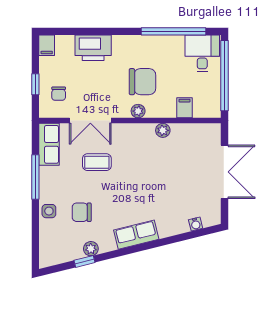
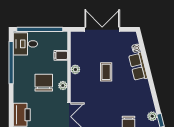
coffee table: (97, 162) -> (106, 72), moved
row of seats: (136, 235) -> (138, 67), moved

